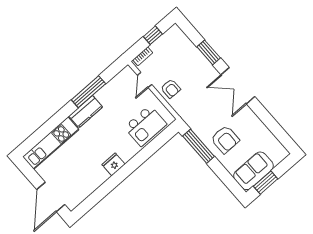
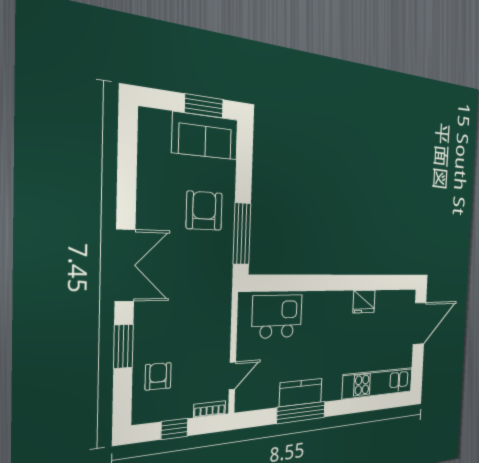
armchair: (171, 89) -> (158, 376), moved
kitchen counter: (86, 112) -> (301, 393), moved
fridge: (113, 164) -> (364, 302), moved

